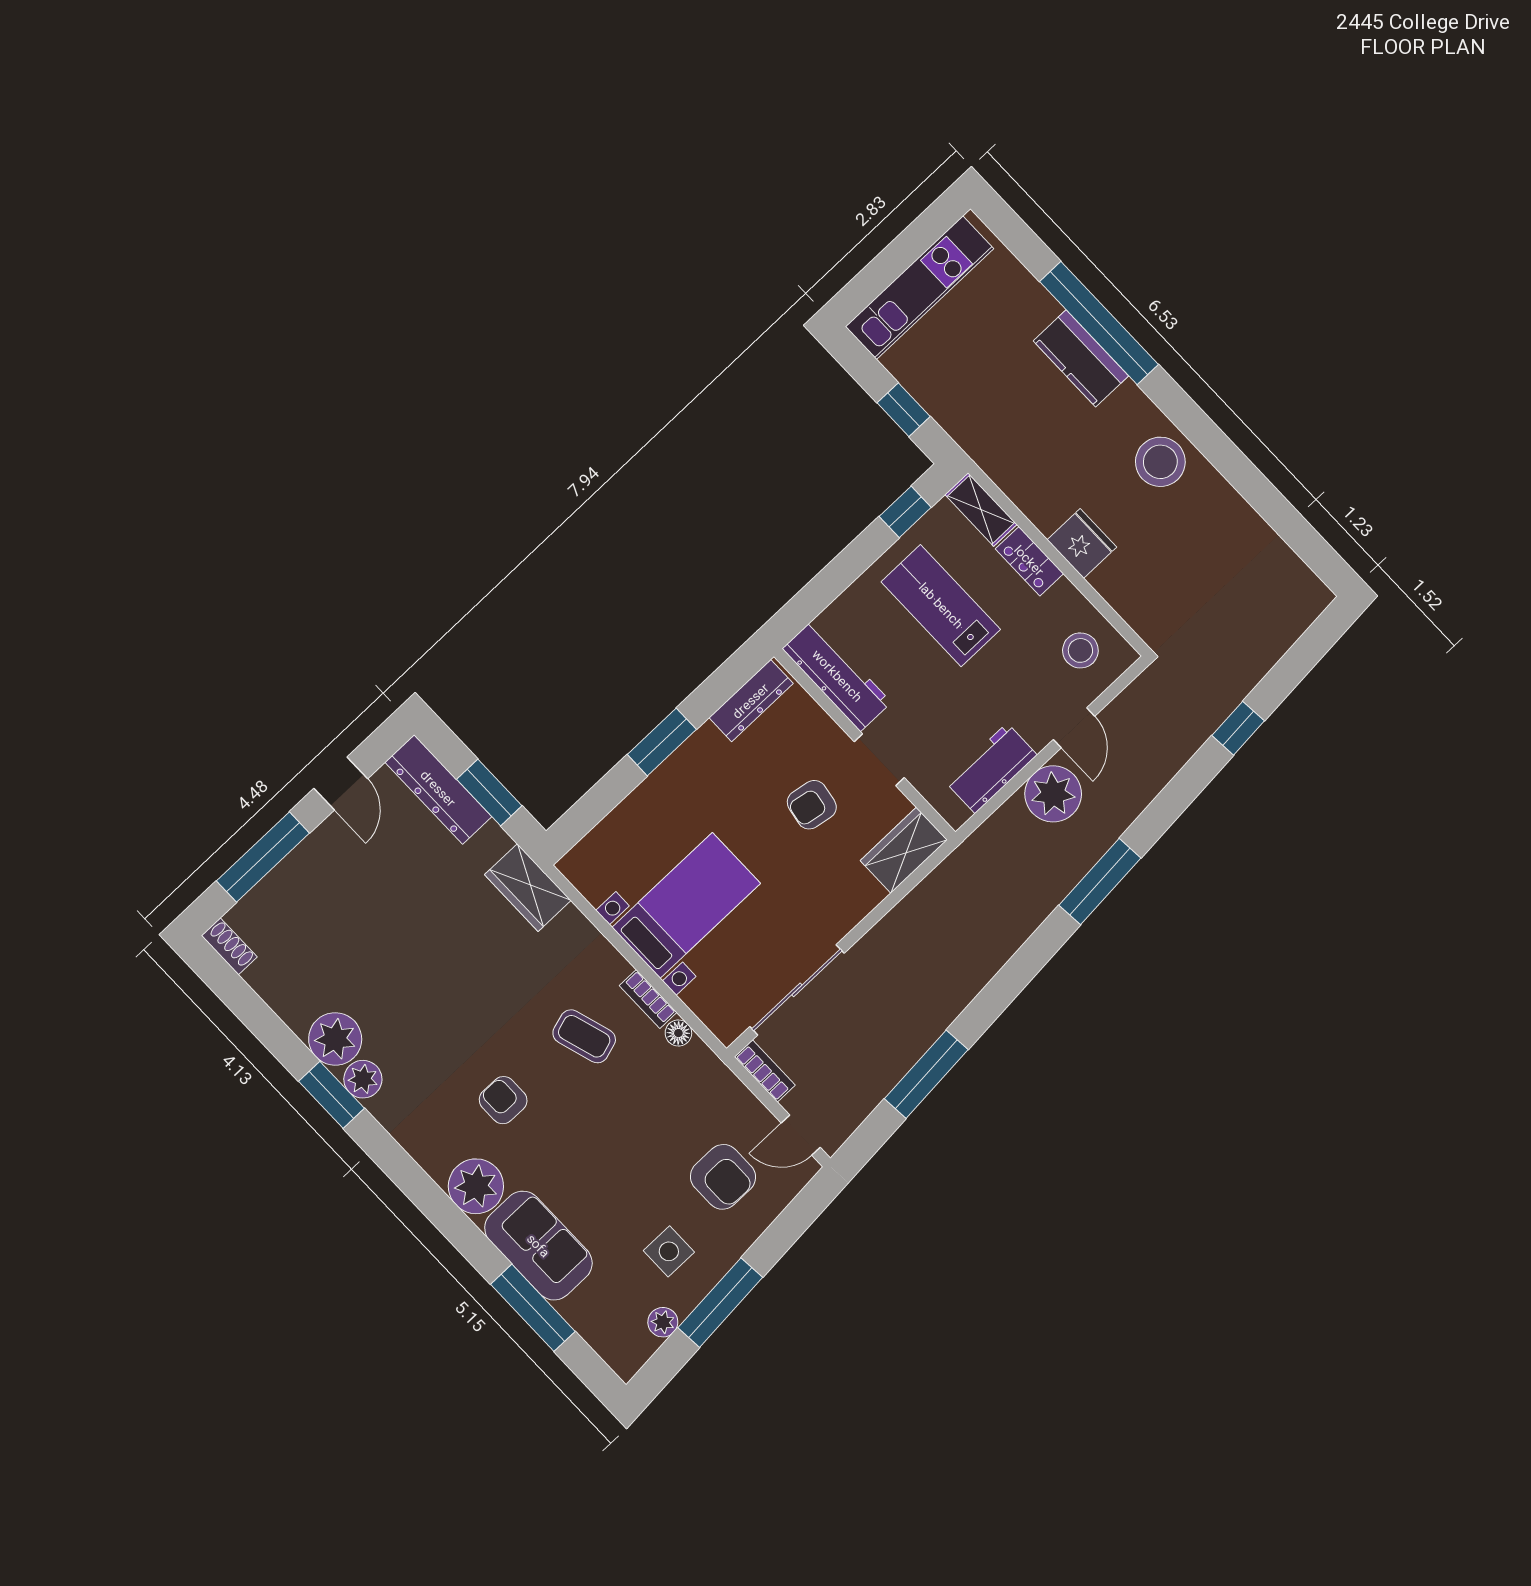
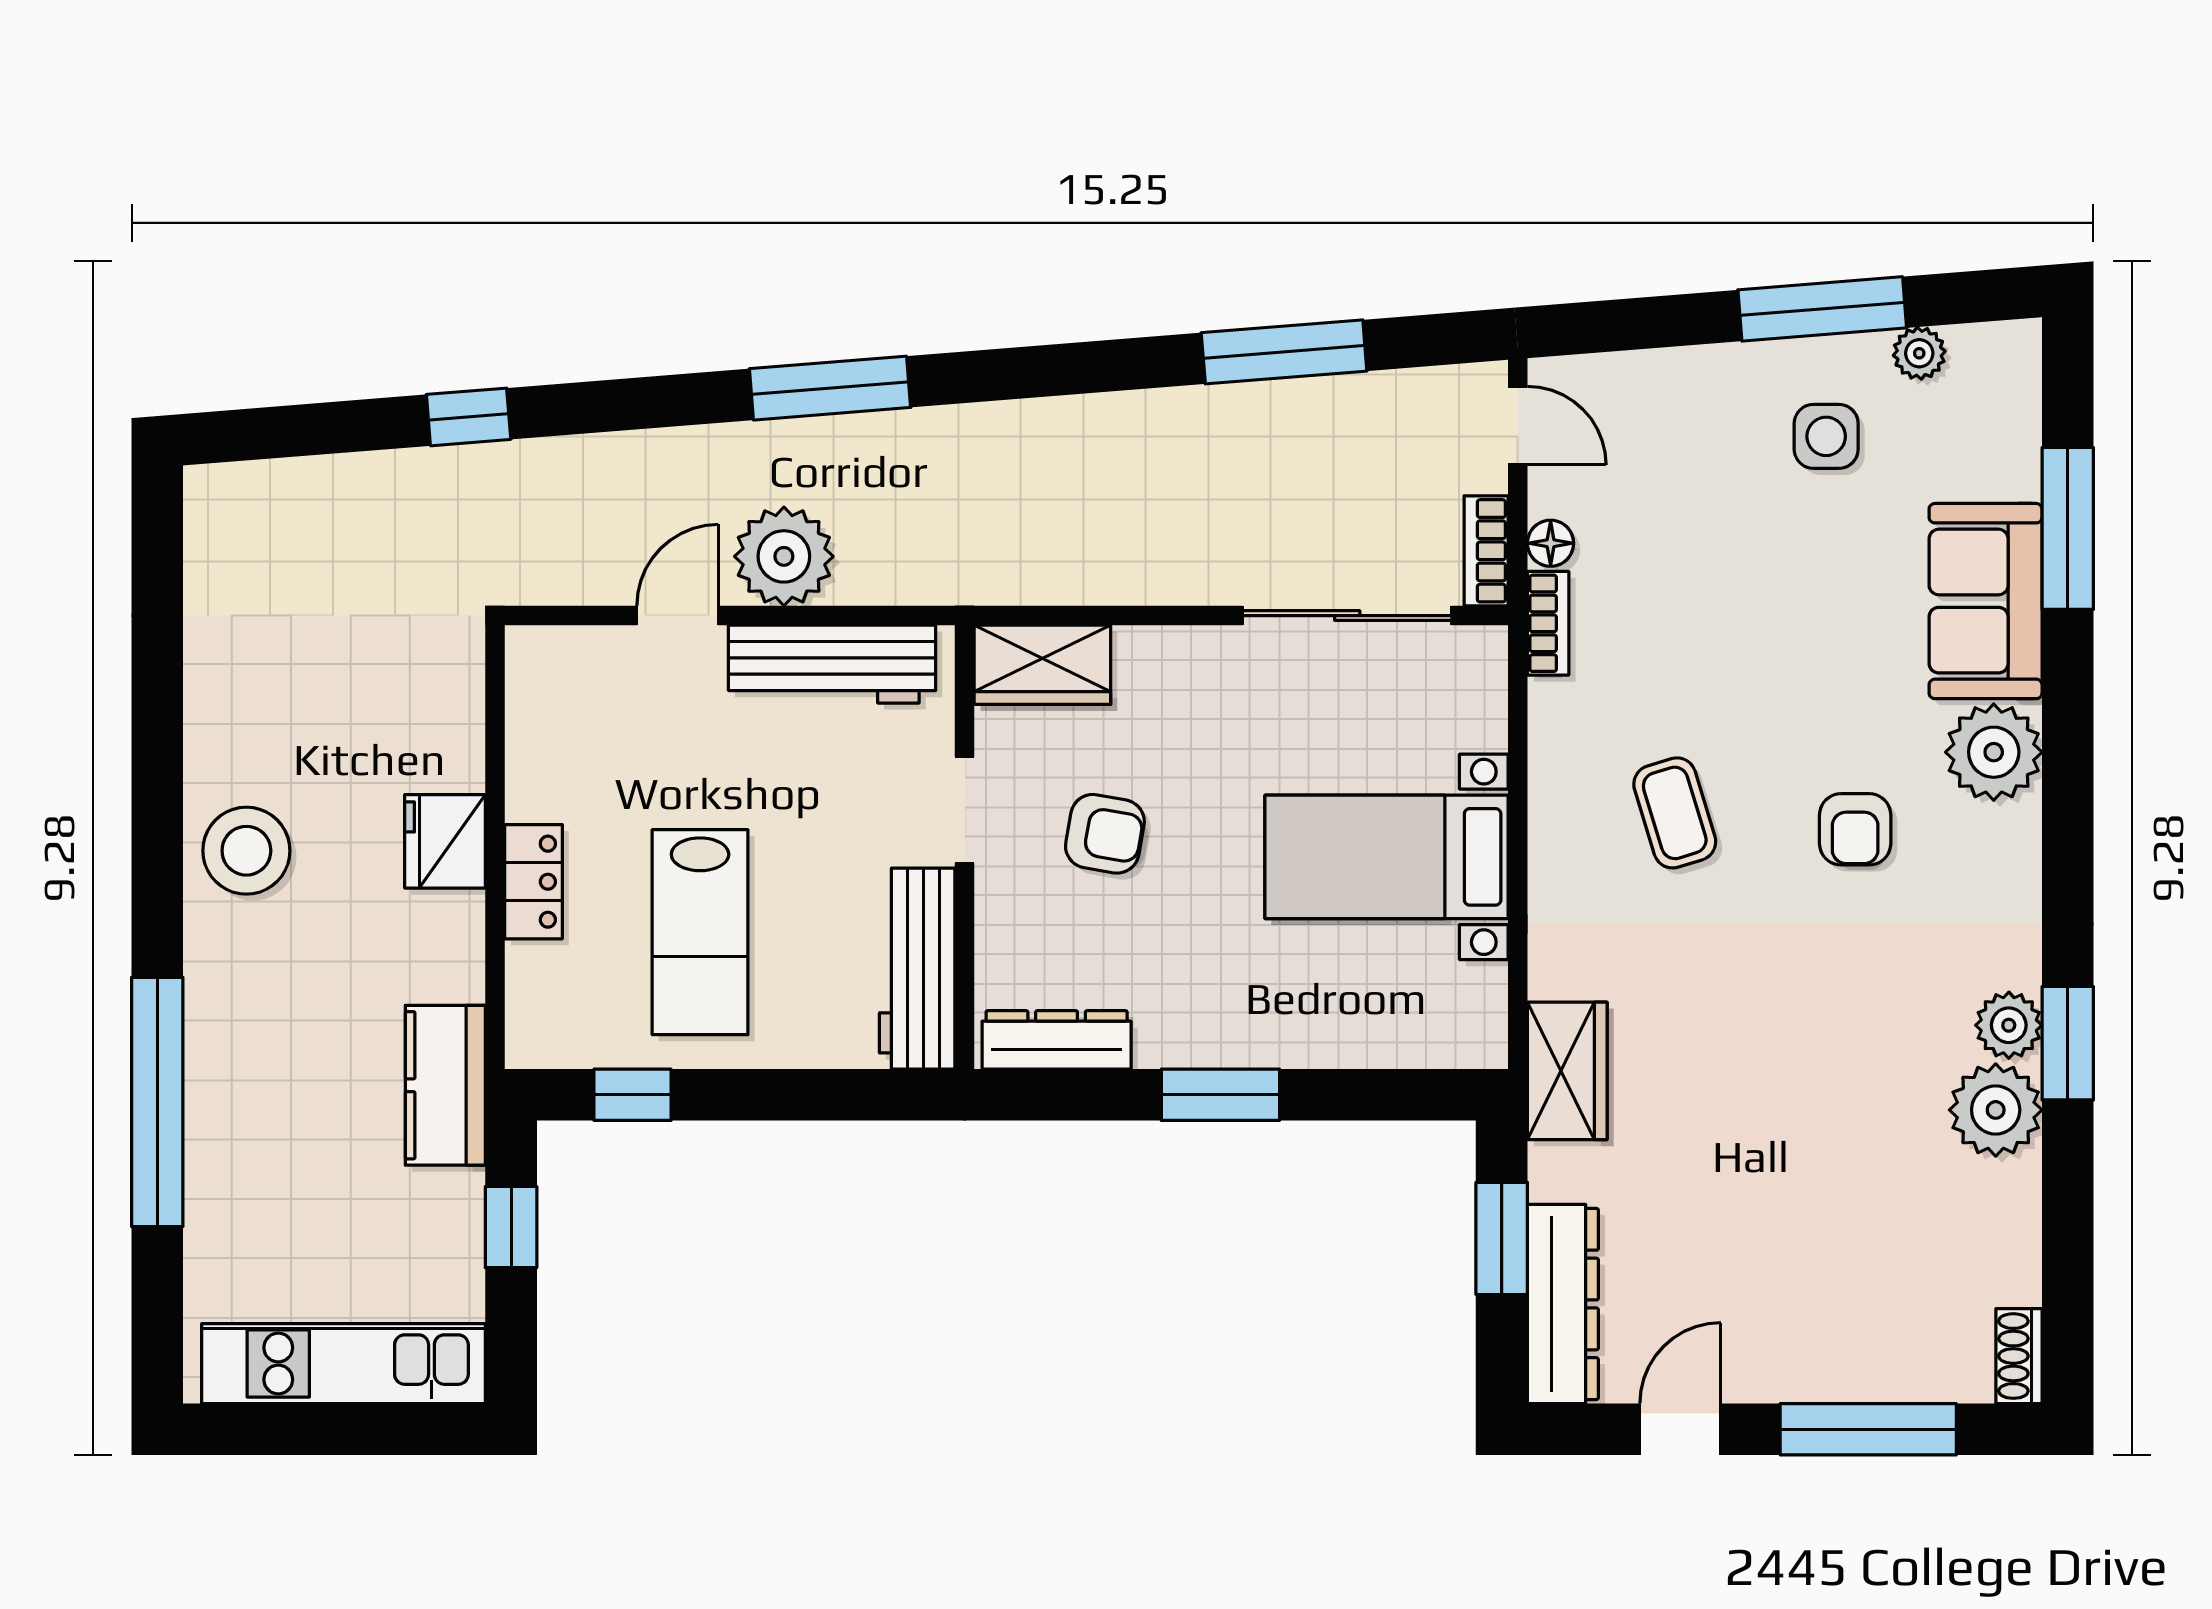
kitchen counter: (1081, 358) -> (445, 1085), moved, turned 180
shelving: (981, 509) -> (533, 1006), removed
stool: (1080, 650) -> (576, 706), removed
workbench: (991, 768) -> (832, 664), width x1.38
bookcase: (648, 999) -> (1548, 623), moved
floor lamp: (678, 1033) -> (1551, 543), moved
armchair: (723, 1177) -> (1667, 466), removed

